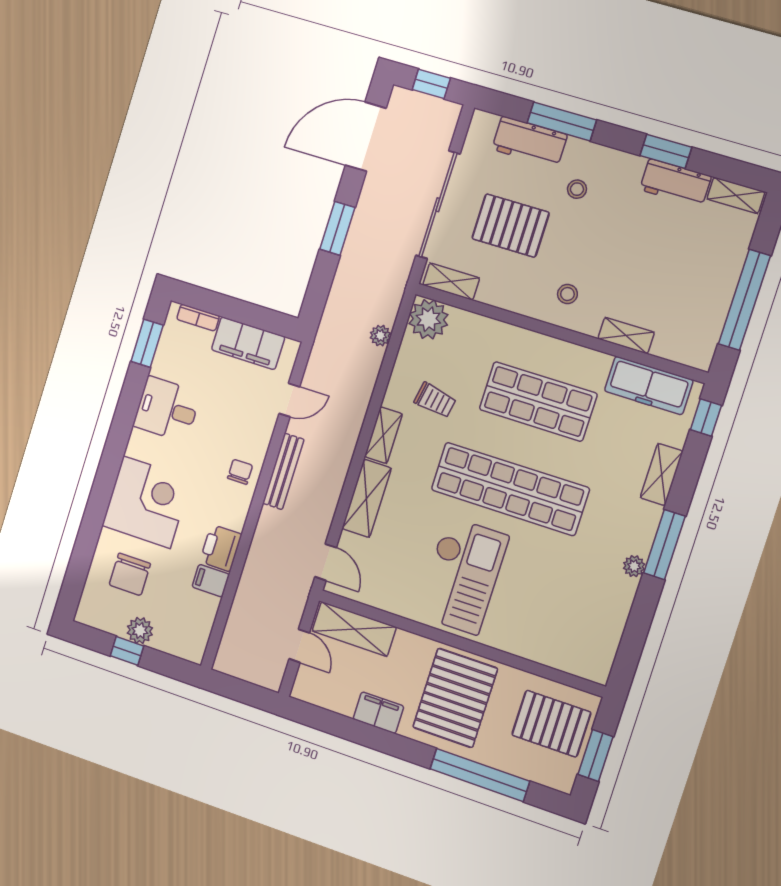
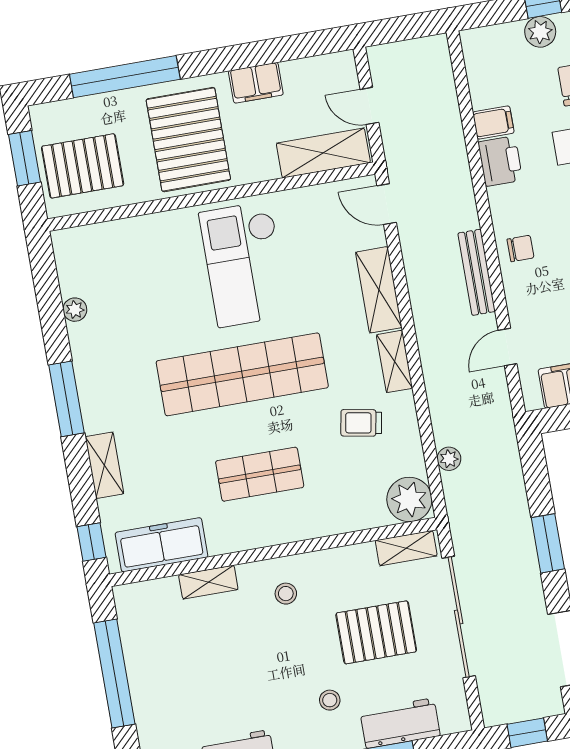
shop shelf: (538, 401) -> (260, 474), width x0.70, depth x0.74
chair: (240, 472) -> (520, 248), turned -90
plant: (634, 566) -> (75, 310), moved

